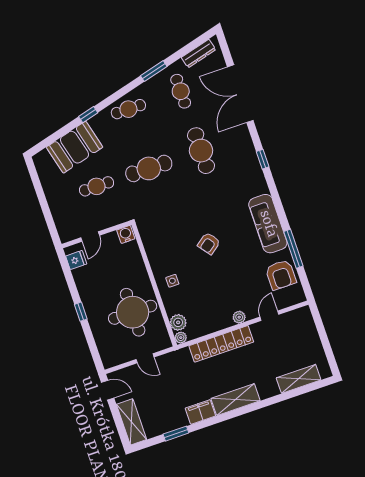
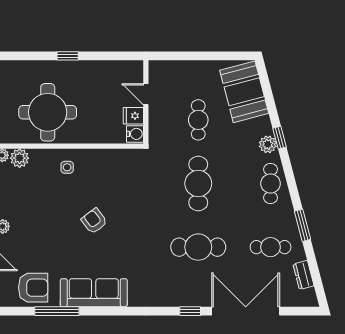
dresser: (199, 54) -> (303, 275), width x0.70
plant: (97, 122) -> (268, 144), added
booth: (74, 147) -> (244, 92), moved
window: (263, 159) -> (190, 311), moved
fridge: (76, 260) -> (133, 116), moved, turned 90
armchair: (281, 275) -> (33, 288), turned 180

